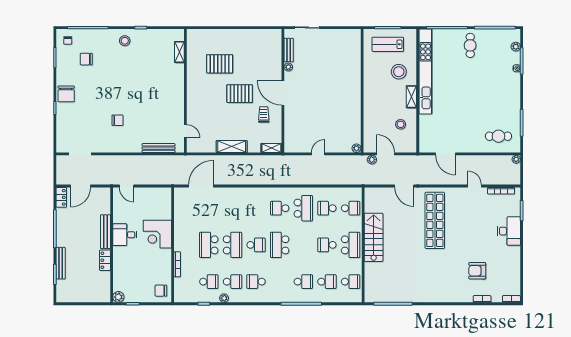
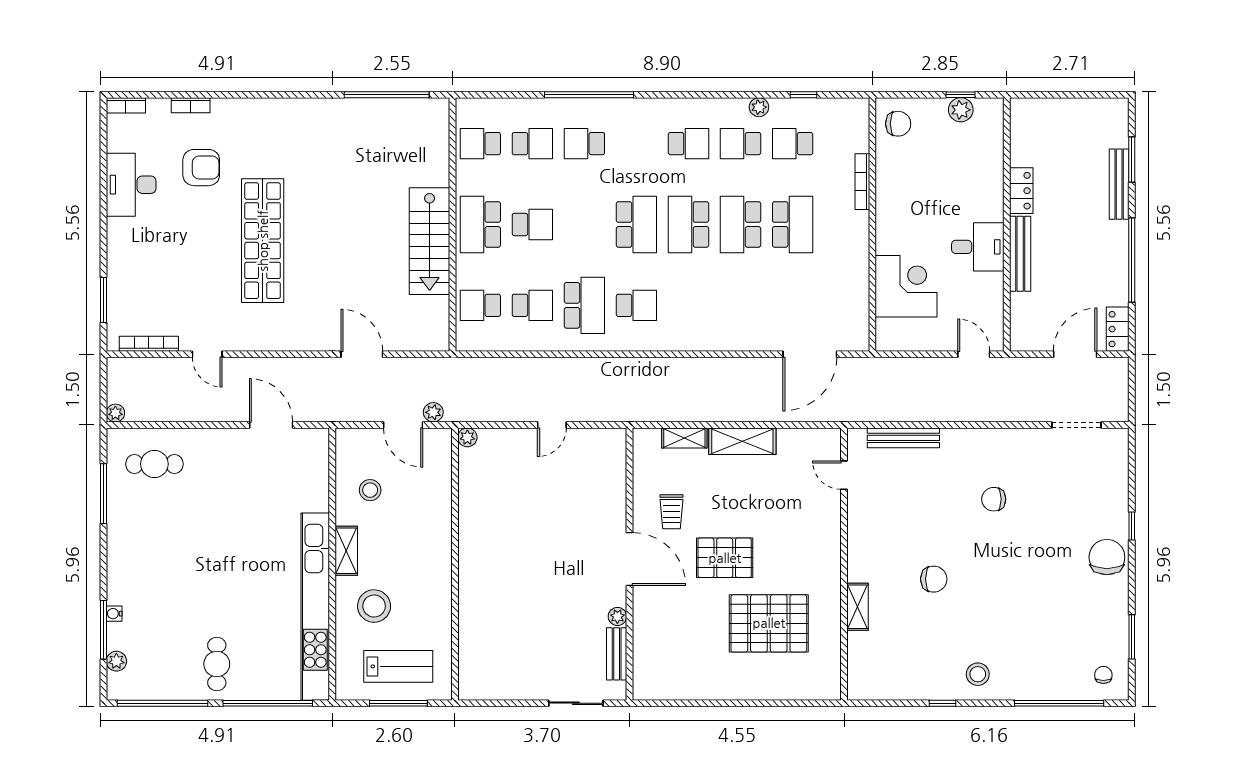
shelving: (179, 52) -> (857, 607), moved
chair: (86, 59) -> (934, 579), moved
pallet: (220, 64) -> (769, 623), width x1.37, depth x1.41
shelving: (271, 148) -> (684, 438), moved
school desk: (303, 208) -> (584, 305), turned 180
shop shelf: (435, 220) -> (263, 241), moved
desk: (509, 231) -> (131, 185), moved
corner desk: (157, 234) -> (906, 286), moved
school desk: (256, 245) -> (688, 224), width x1.85
school desk: (327, 282) -> (532, 144), turned 180
plant: (118, 297) -> (961, 110), moved

